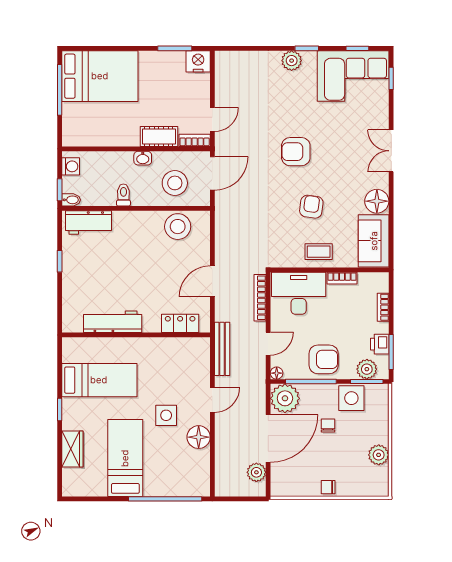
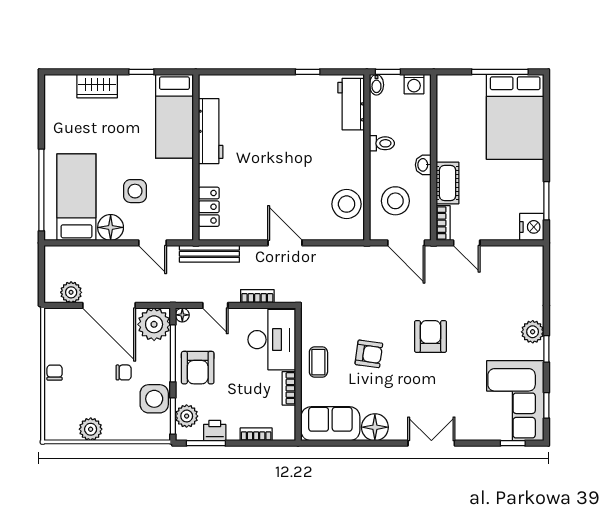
bookcase: (260, 298) -> (257, 296), width x0.64
workbench: (113, 322) -> (211, 131), moved
locker: (180, 323) -> (209, 207), moved
wall: (136, 335) -> (196, 157), moved
bed: (125, 458) -> (76, 197), moved, turned -90

